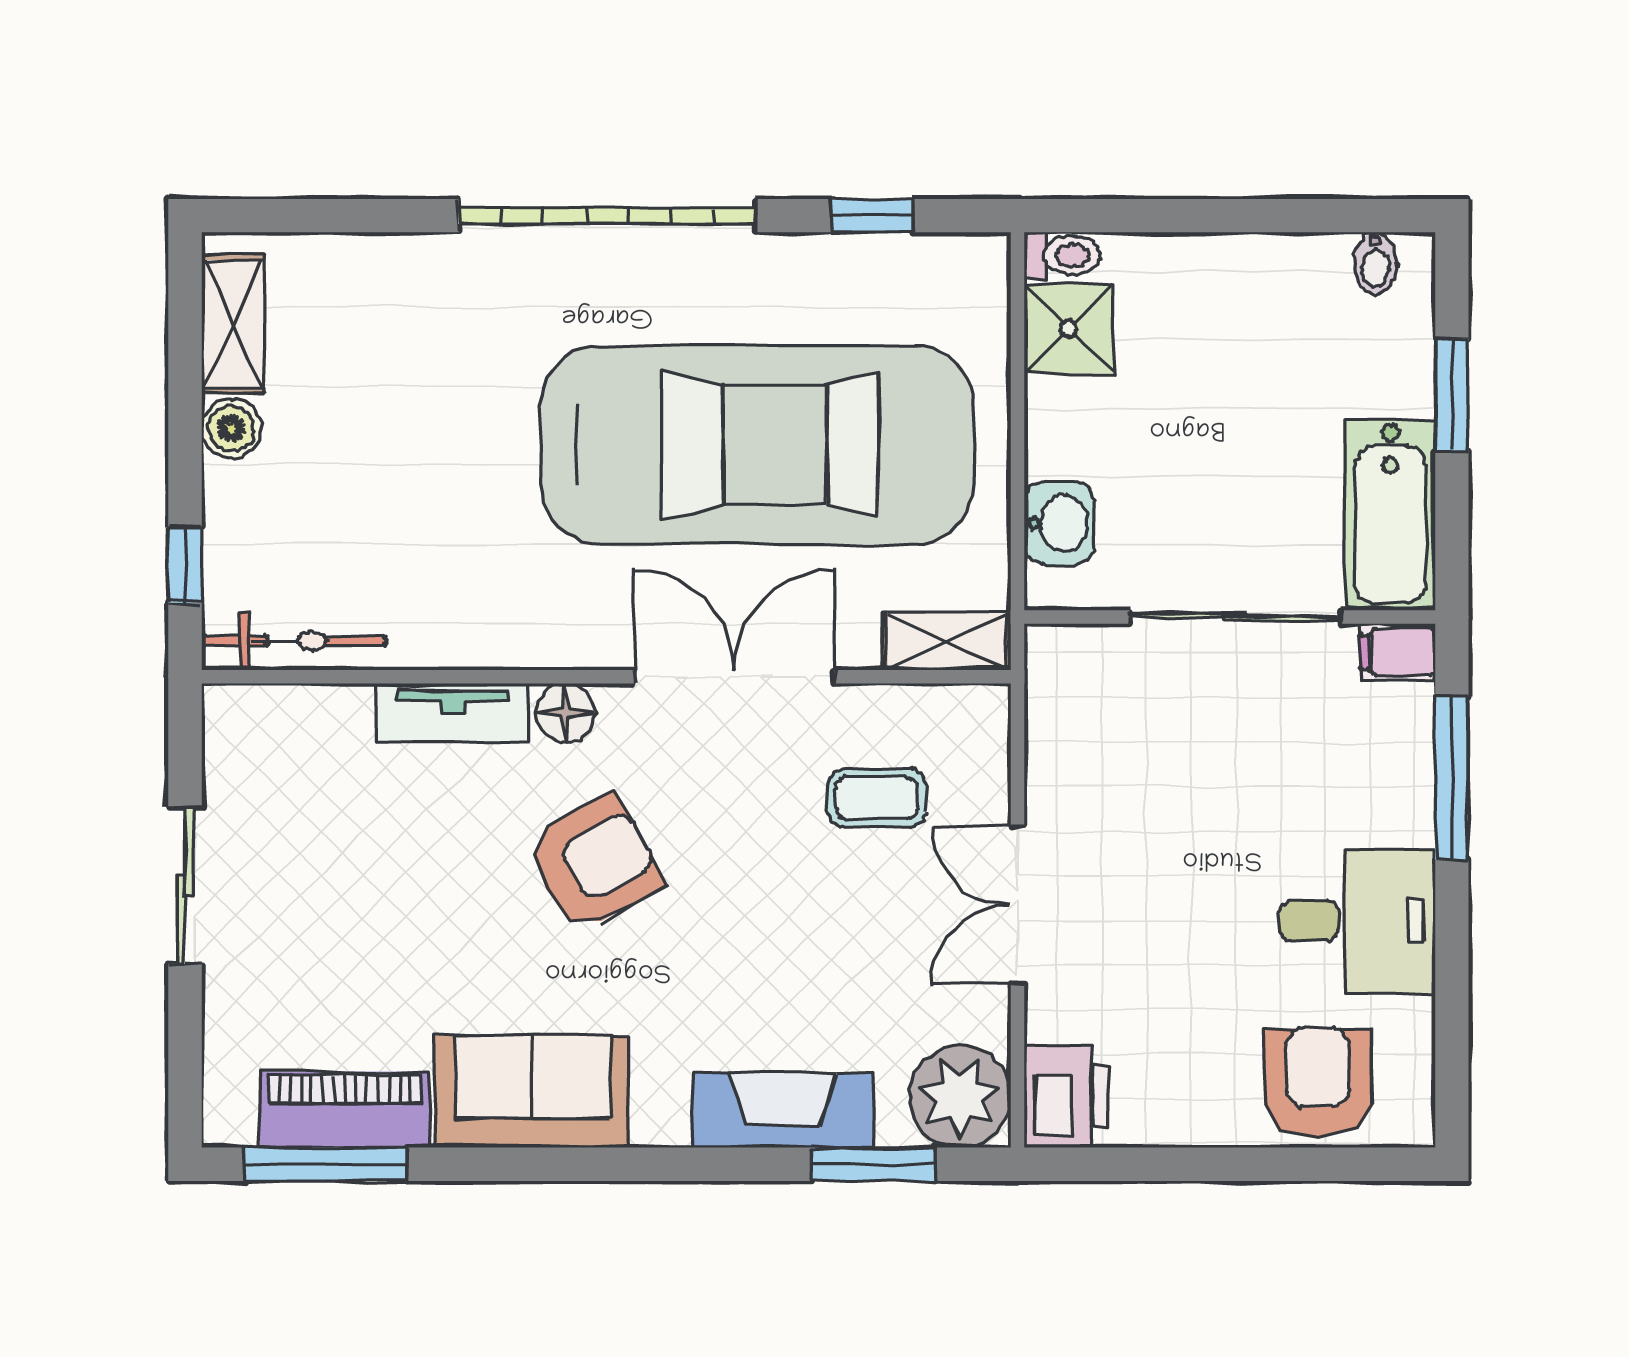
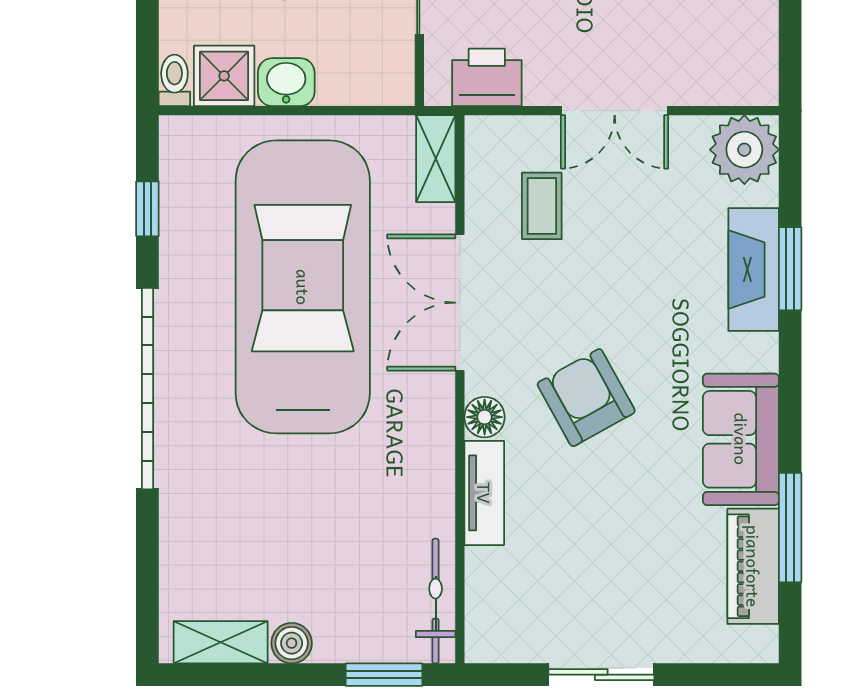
washbasin: (1059, 523) -> (286, 82), moved
window: (185, 565) -> (384, 675), width x1.50
printer: (1067, 1096) -> (487, 77), moved
window: (326, 1164) -> (790, 528), moved
window: (873, 1164) -> (790, 269), moved

